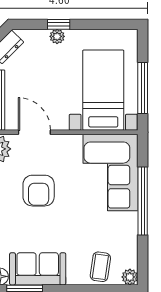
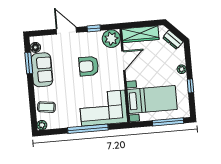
window: (59, 24) -> (190, 86), moved
window: (143, 88) -> (168, 122), moved

